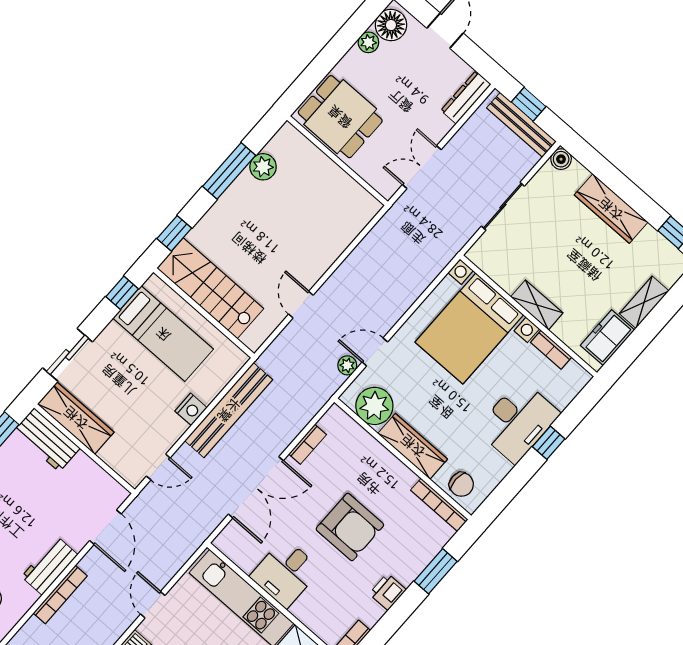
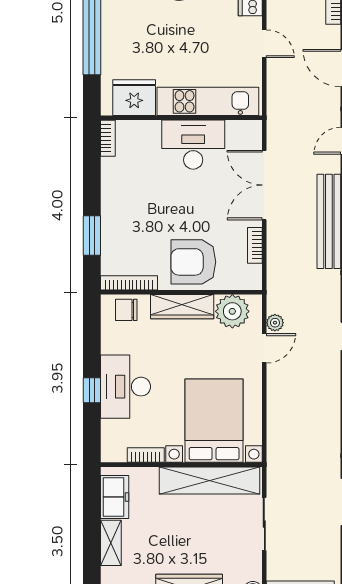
shelving: (537, 305) -> (210, 480), width x2.20, depth x1.33
armchair: (350, 527) -> (193, 262), moved
desk: (285, 573) -> (193, 145), width x1.37
printer: (388, 592) -> (112, 193), removed

